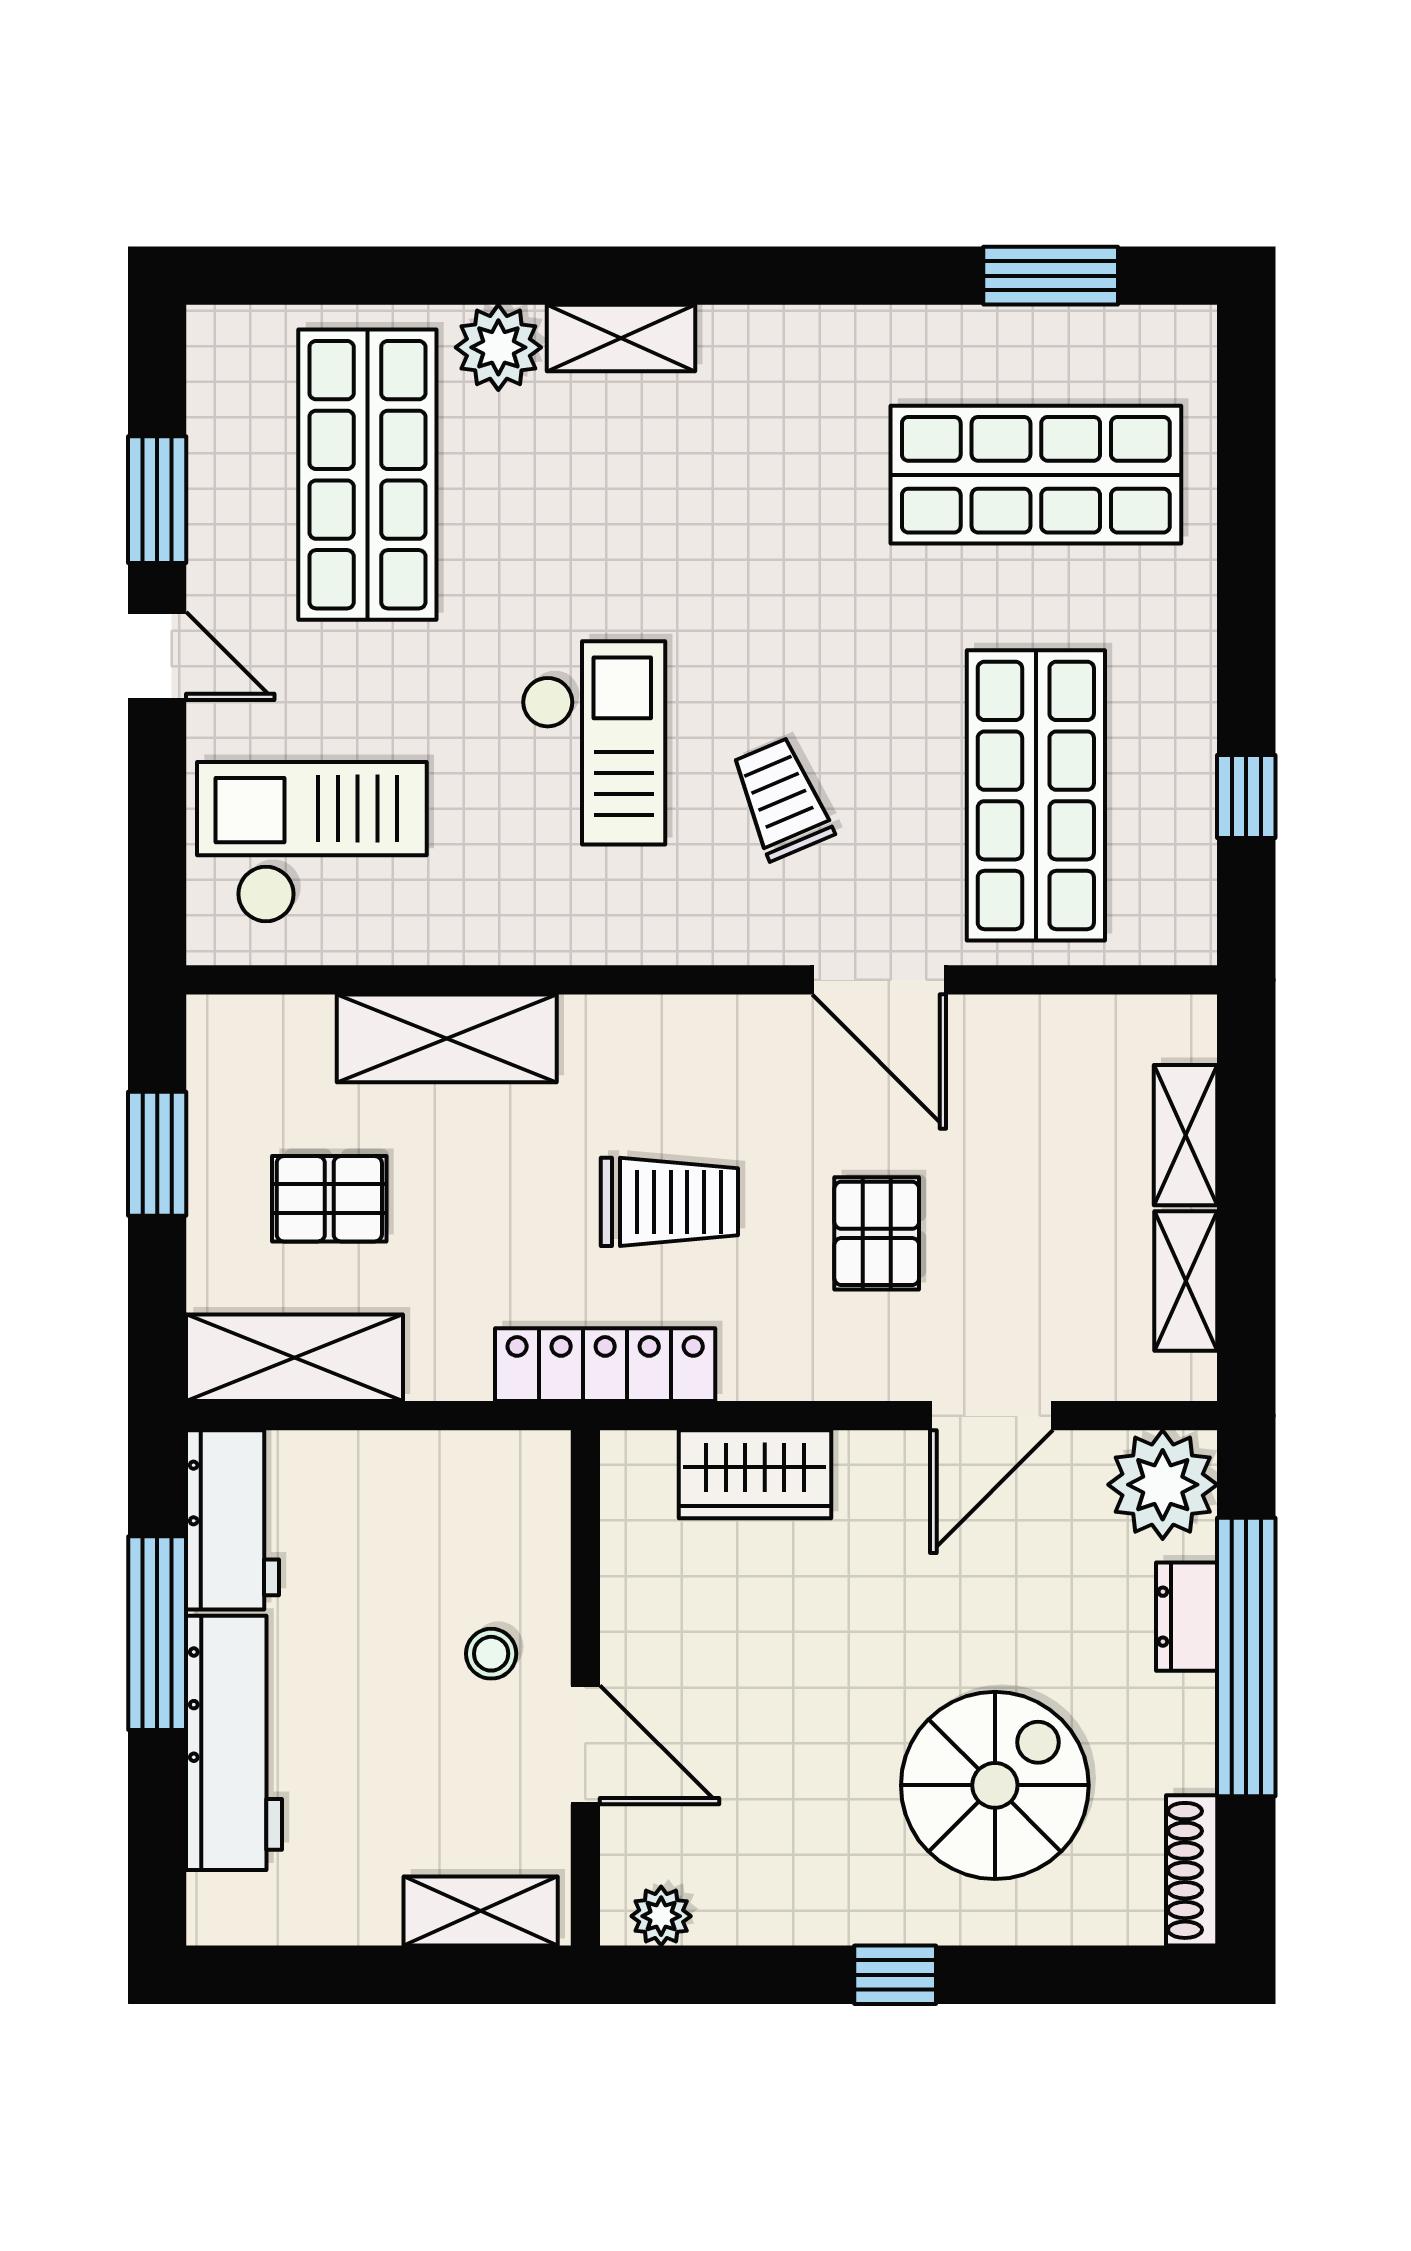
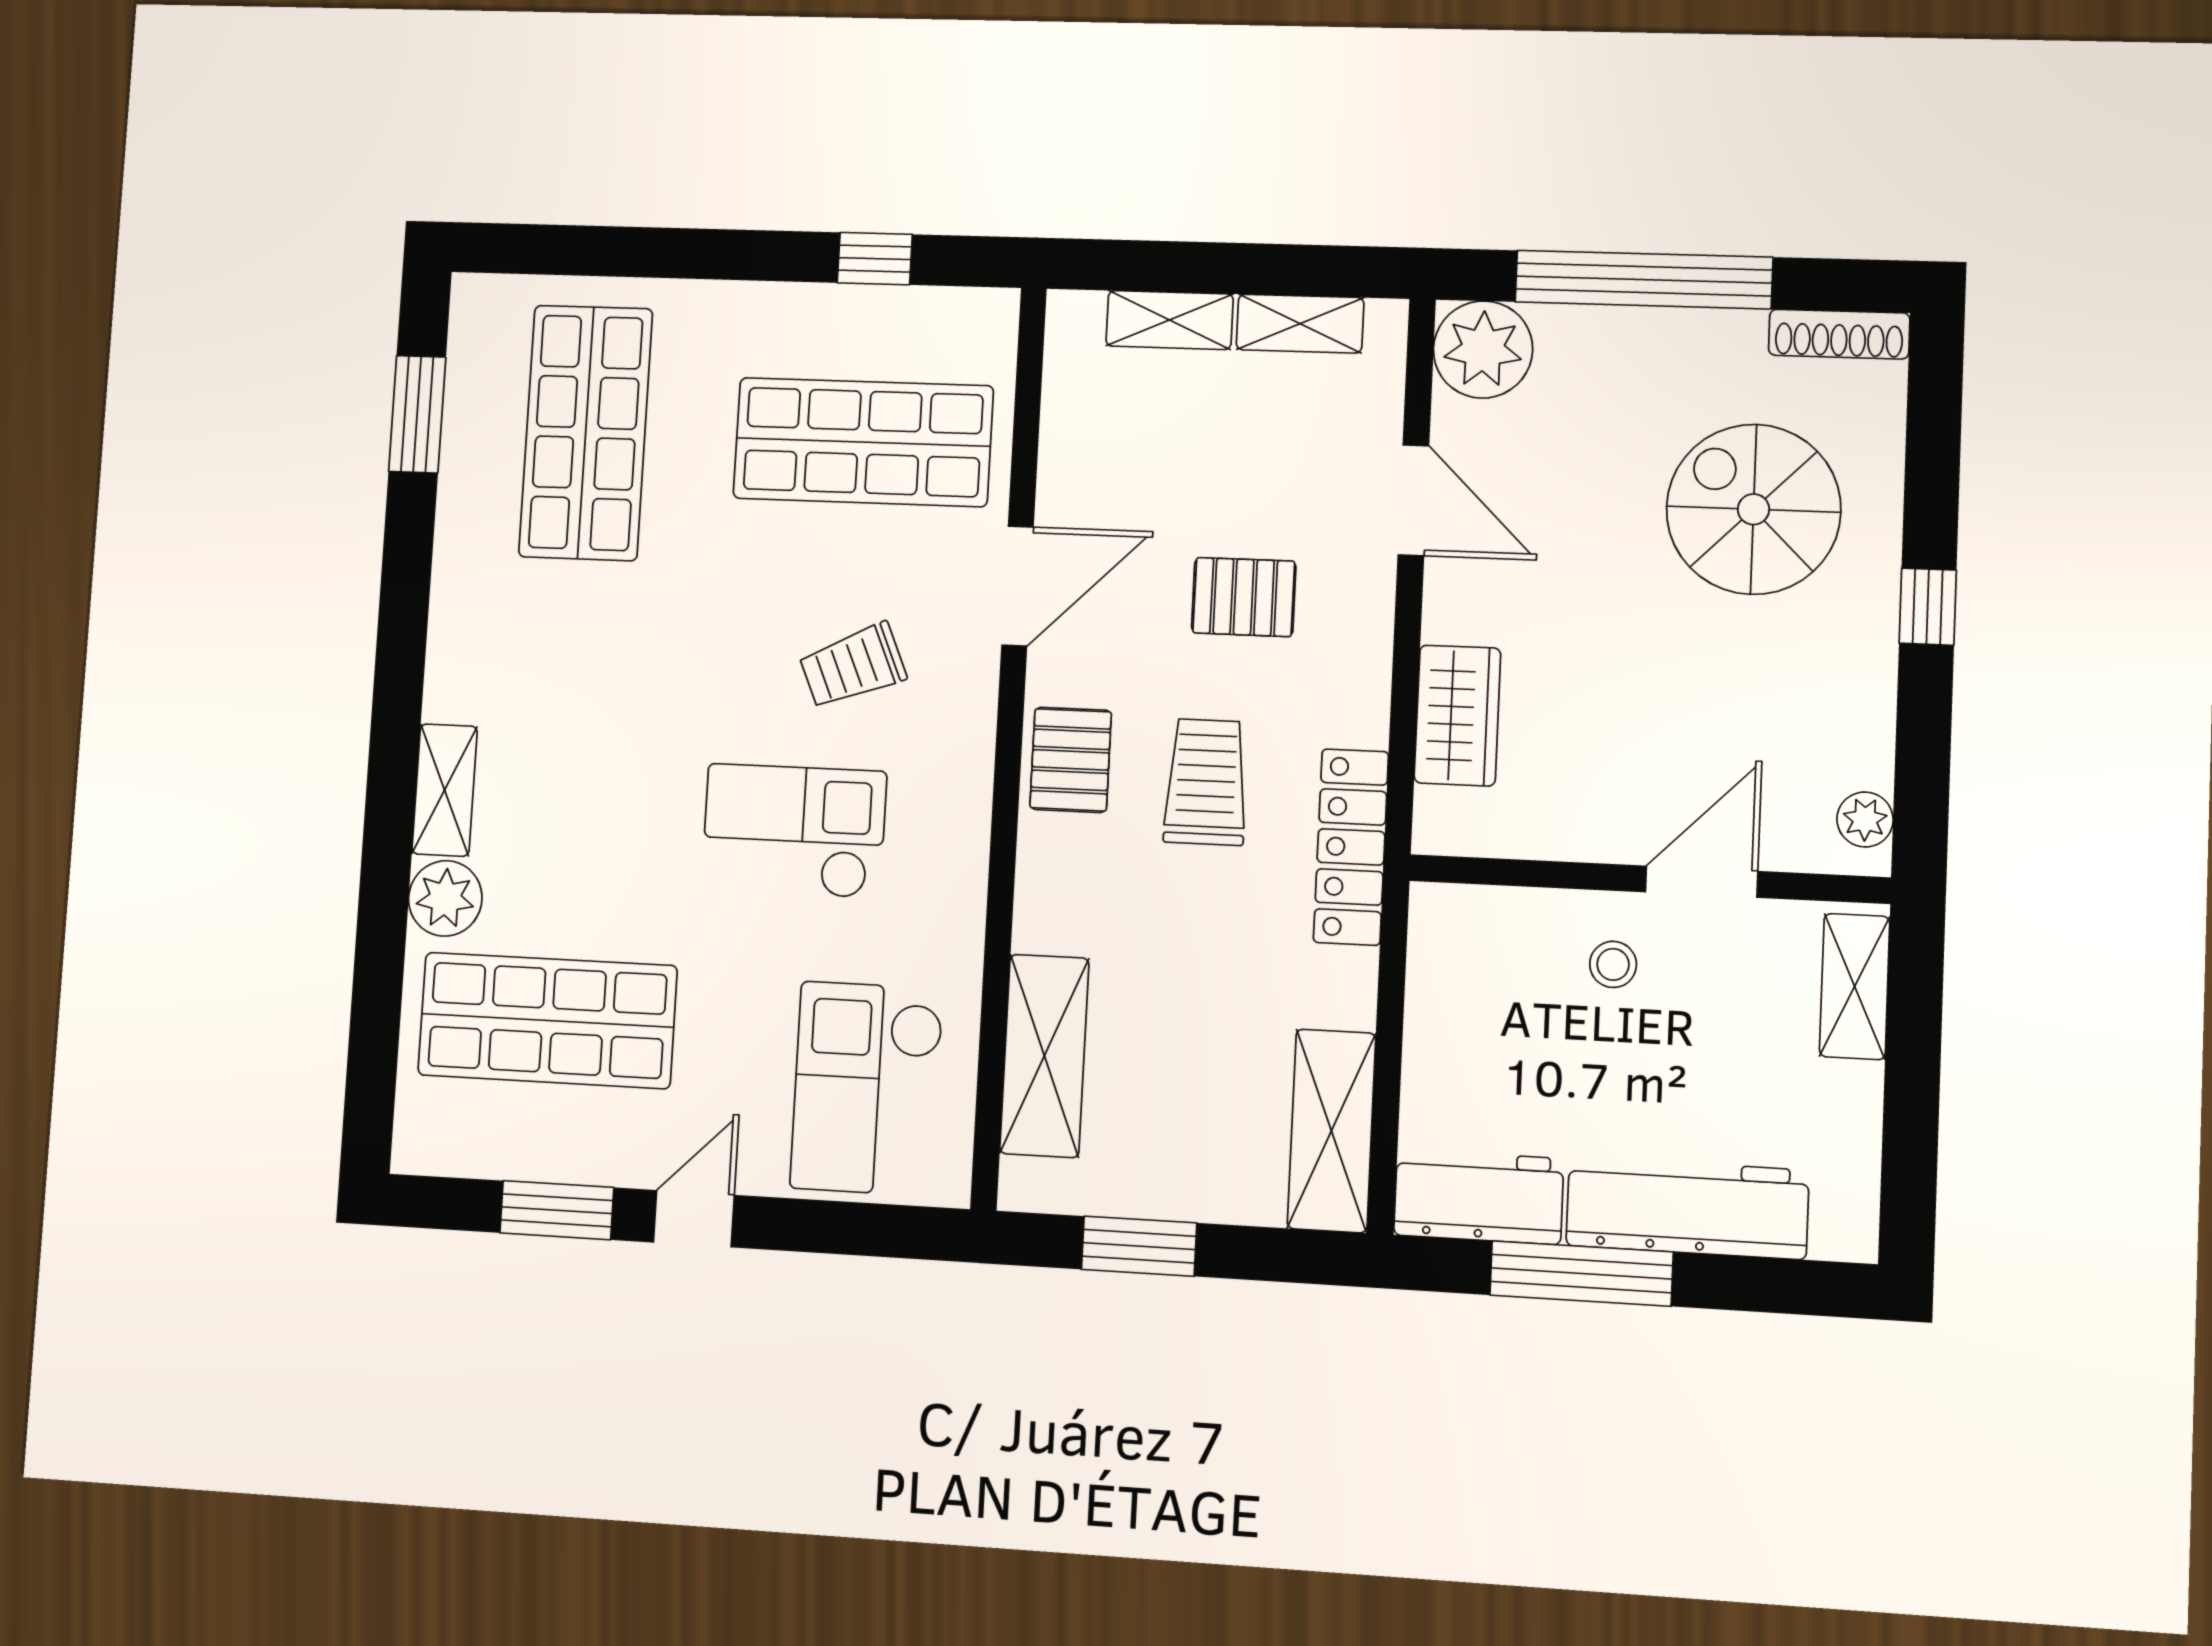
shelving: (447, 1038) -> (1044, 1056), moved
pallet: (329, 1199) -> (1071, 760), moved
dresser: (1187, 1617) -> (1604, 332), removed

